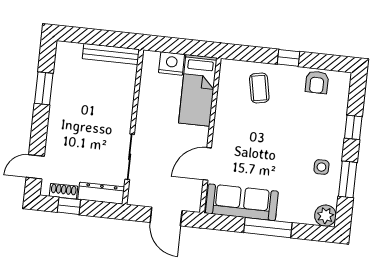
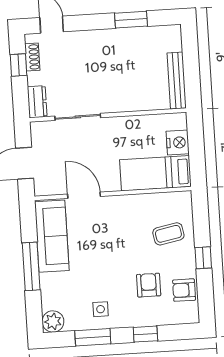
armchair: (306, 116) -> (149, 285), added
dresser: (101, 193) -> (37, 102), width x0.70

